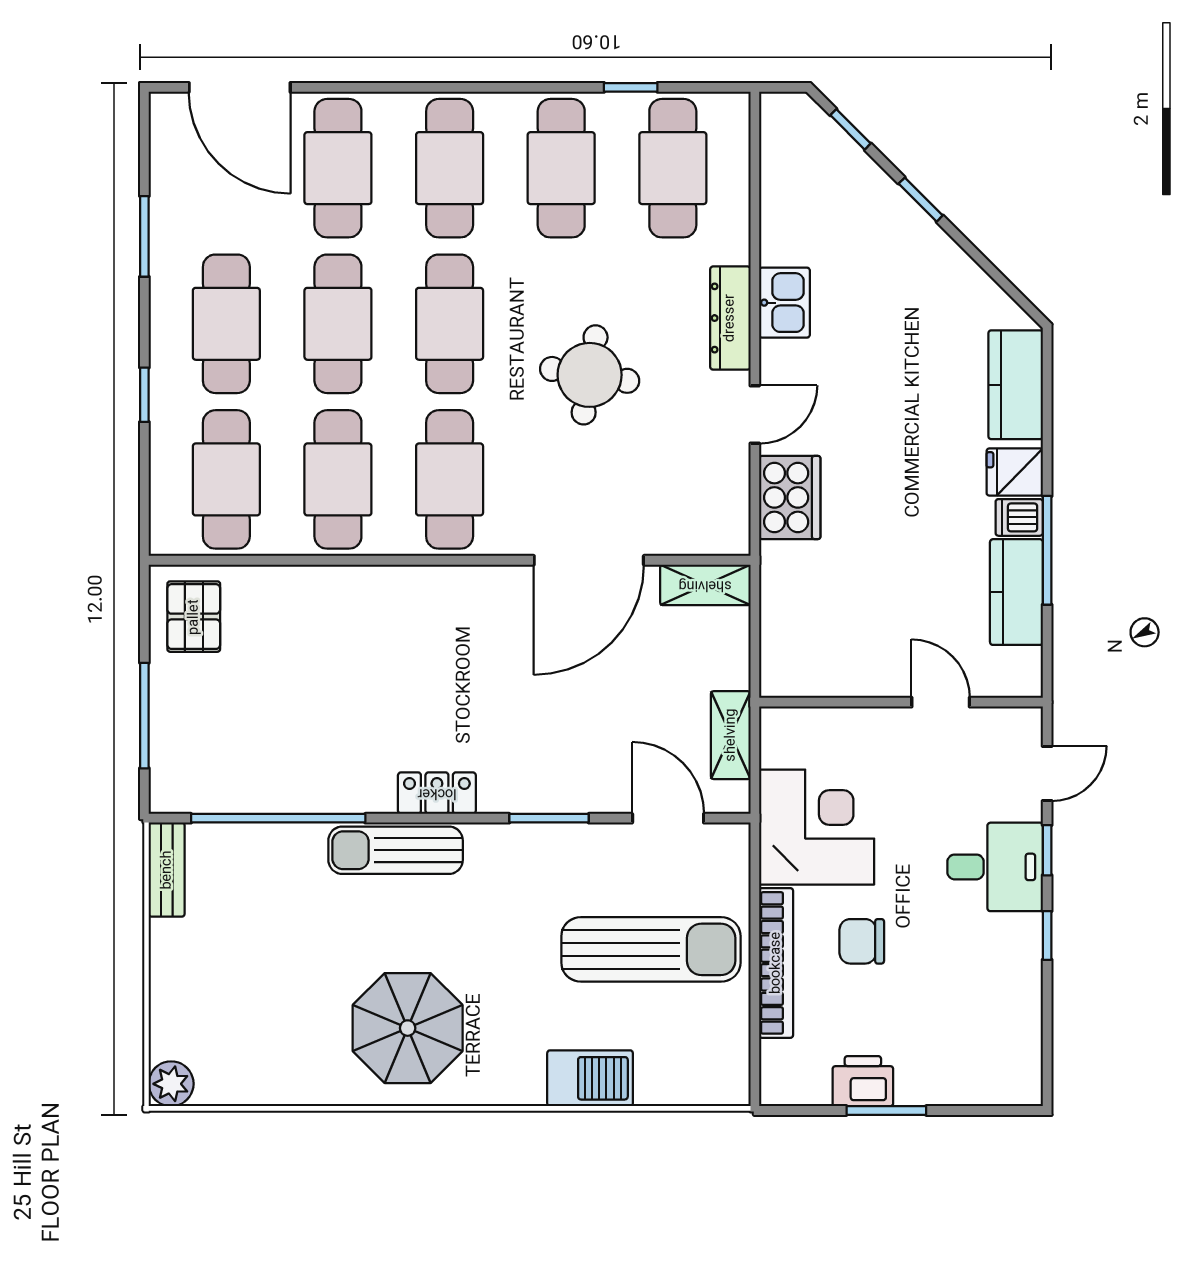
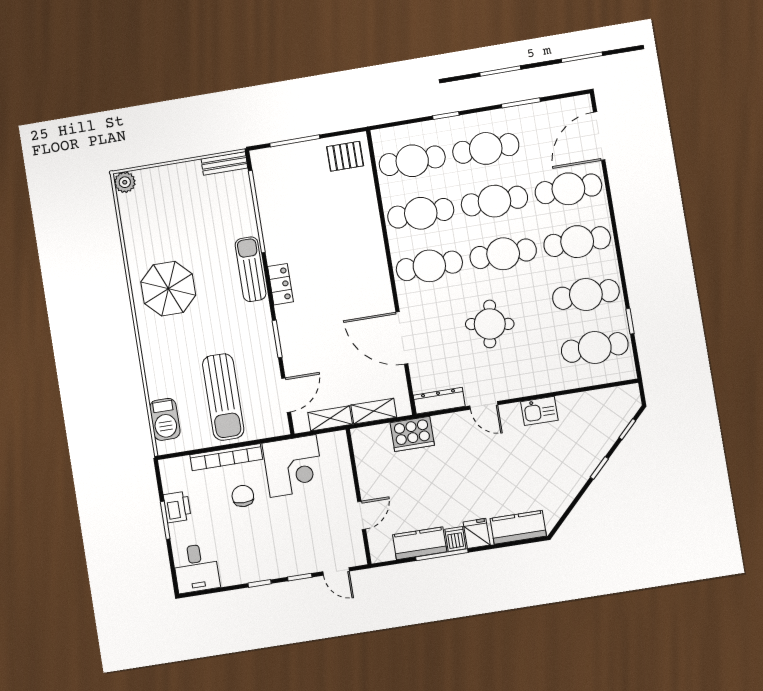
dresser: (730, 318) -> (439, 401), moved
cooker: (790, 497) -> (412, 434), moved
shelving: (705, 585) -> (374, 411), moved, turned 90
desk: (995, 867) -> (196, 568), moved
barbecue: (590, 1078) -> (165, 419), moved

